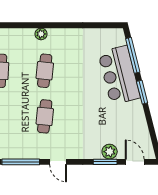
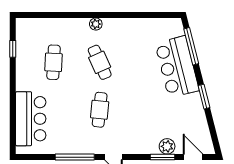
cafe table: (45, 71) -> (100, 62), turned -30
window: (142, 92) -> (204, 97), moved

